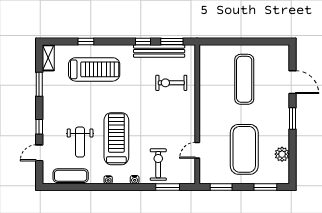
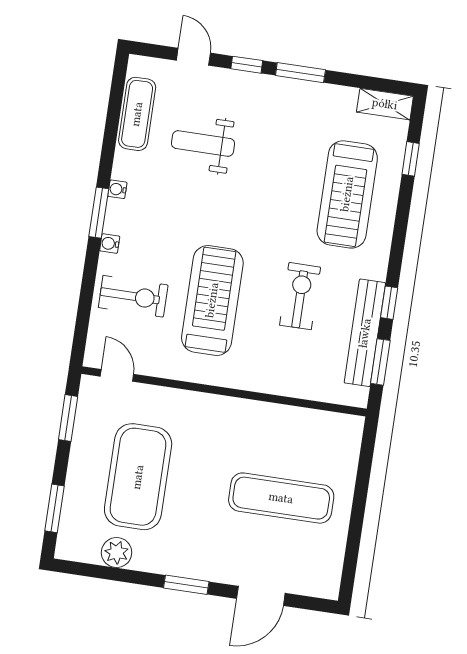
window: (86, 42) -> (411, 159), moved
exercise bike: (171, 83) -> (300, 296), moved
window: (39, 84) -> (300, 73), moved
treadmill: (116, 139) -> (212, 300), moved, turned -90
exercise mat: (244, 149) -> (138, 477), turned 90
door: (197, 150) -> (117, 375), moved
window: (168, 187) -> (99, 213), moved

